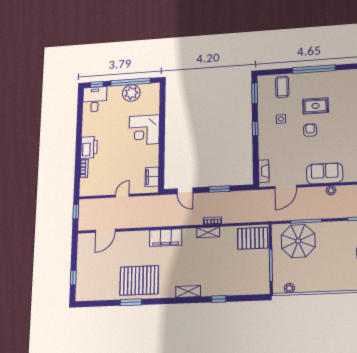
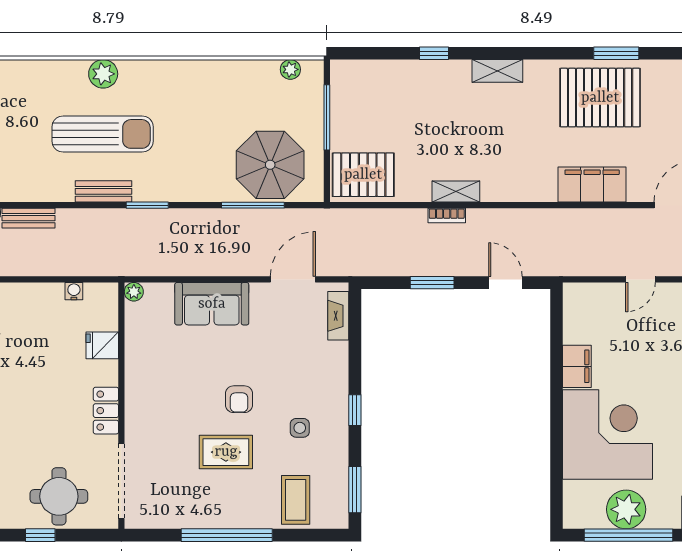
corner desk: (144, 130) -> (608, 434), width x1.36, depth x1.36
filing cabinet: (152, 177) -> (577, 366), moved
plant: (331, 190) -> (200, 267), removed
filing cabinet: (166, 238) -> (592, 185), moved

